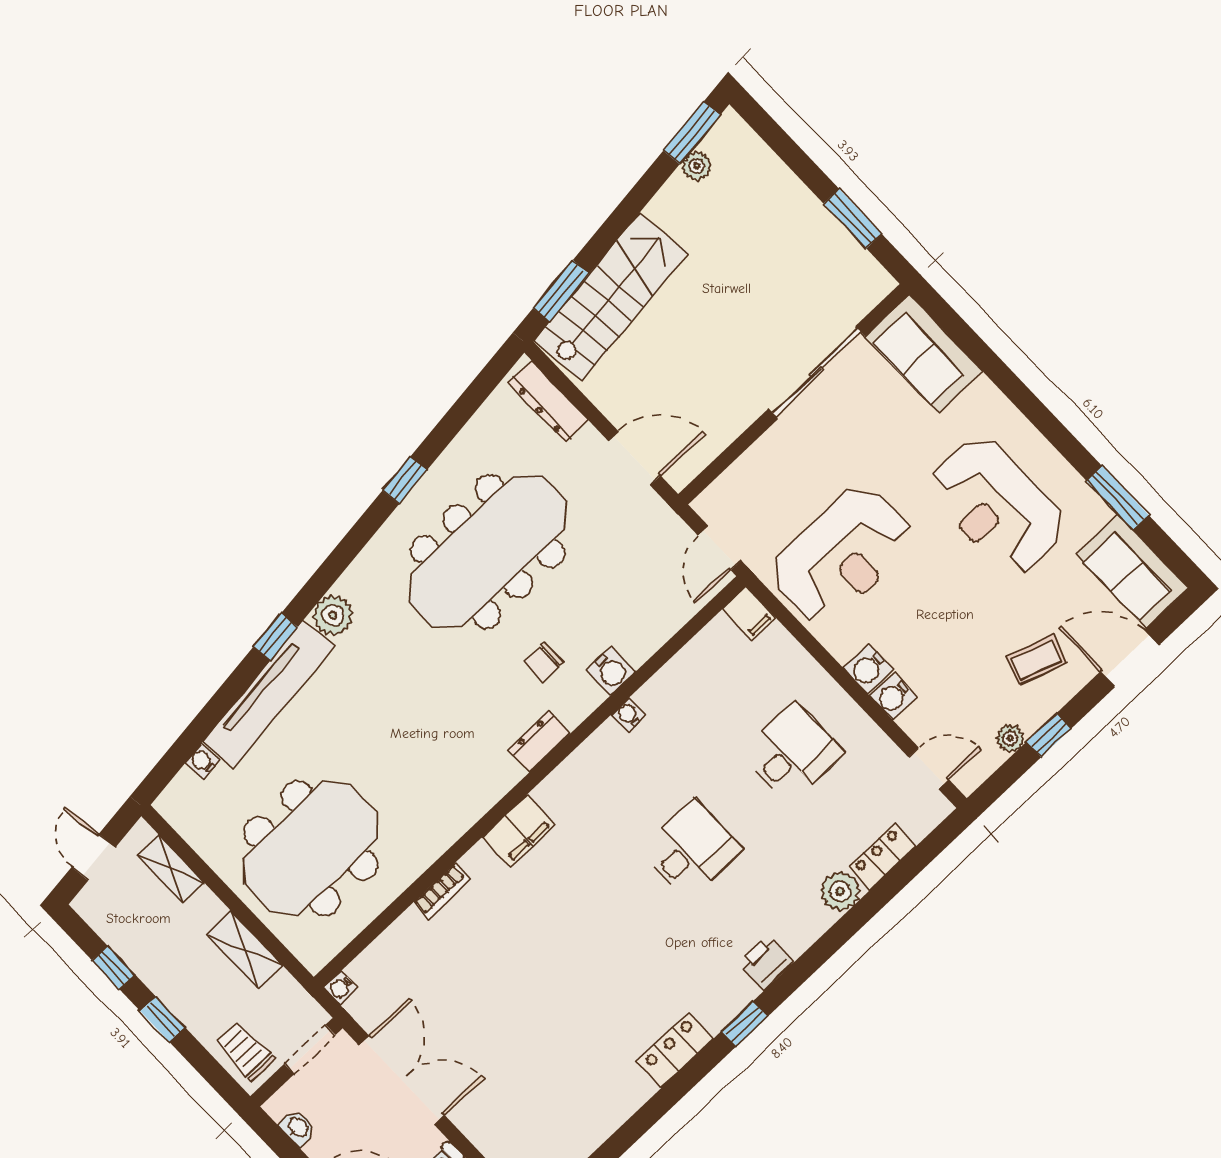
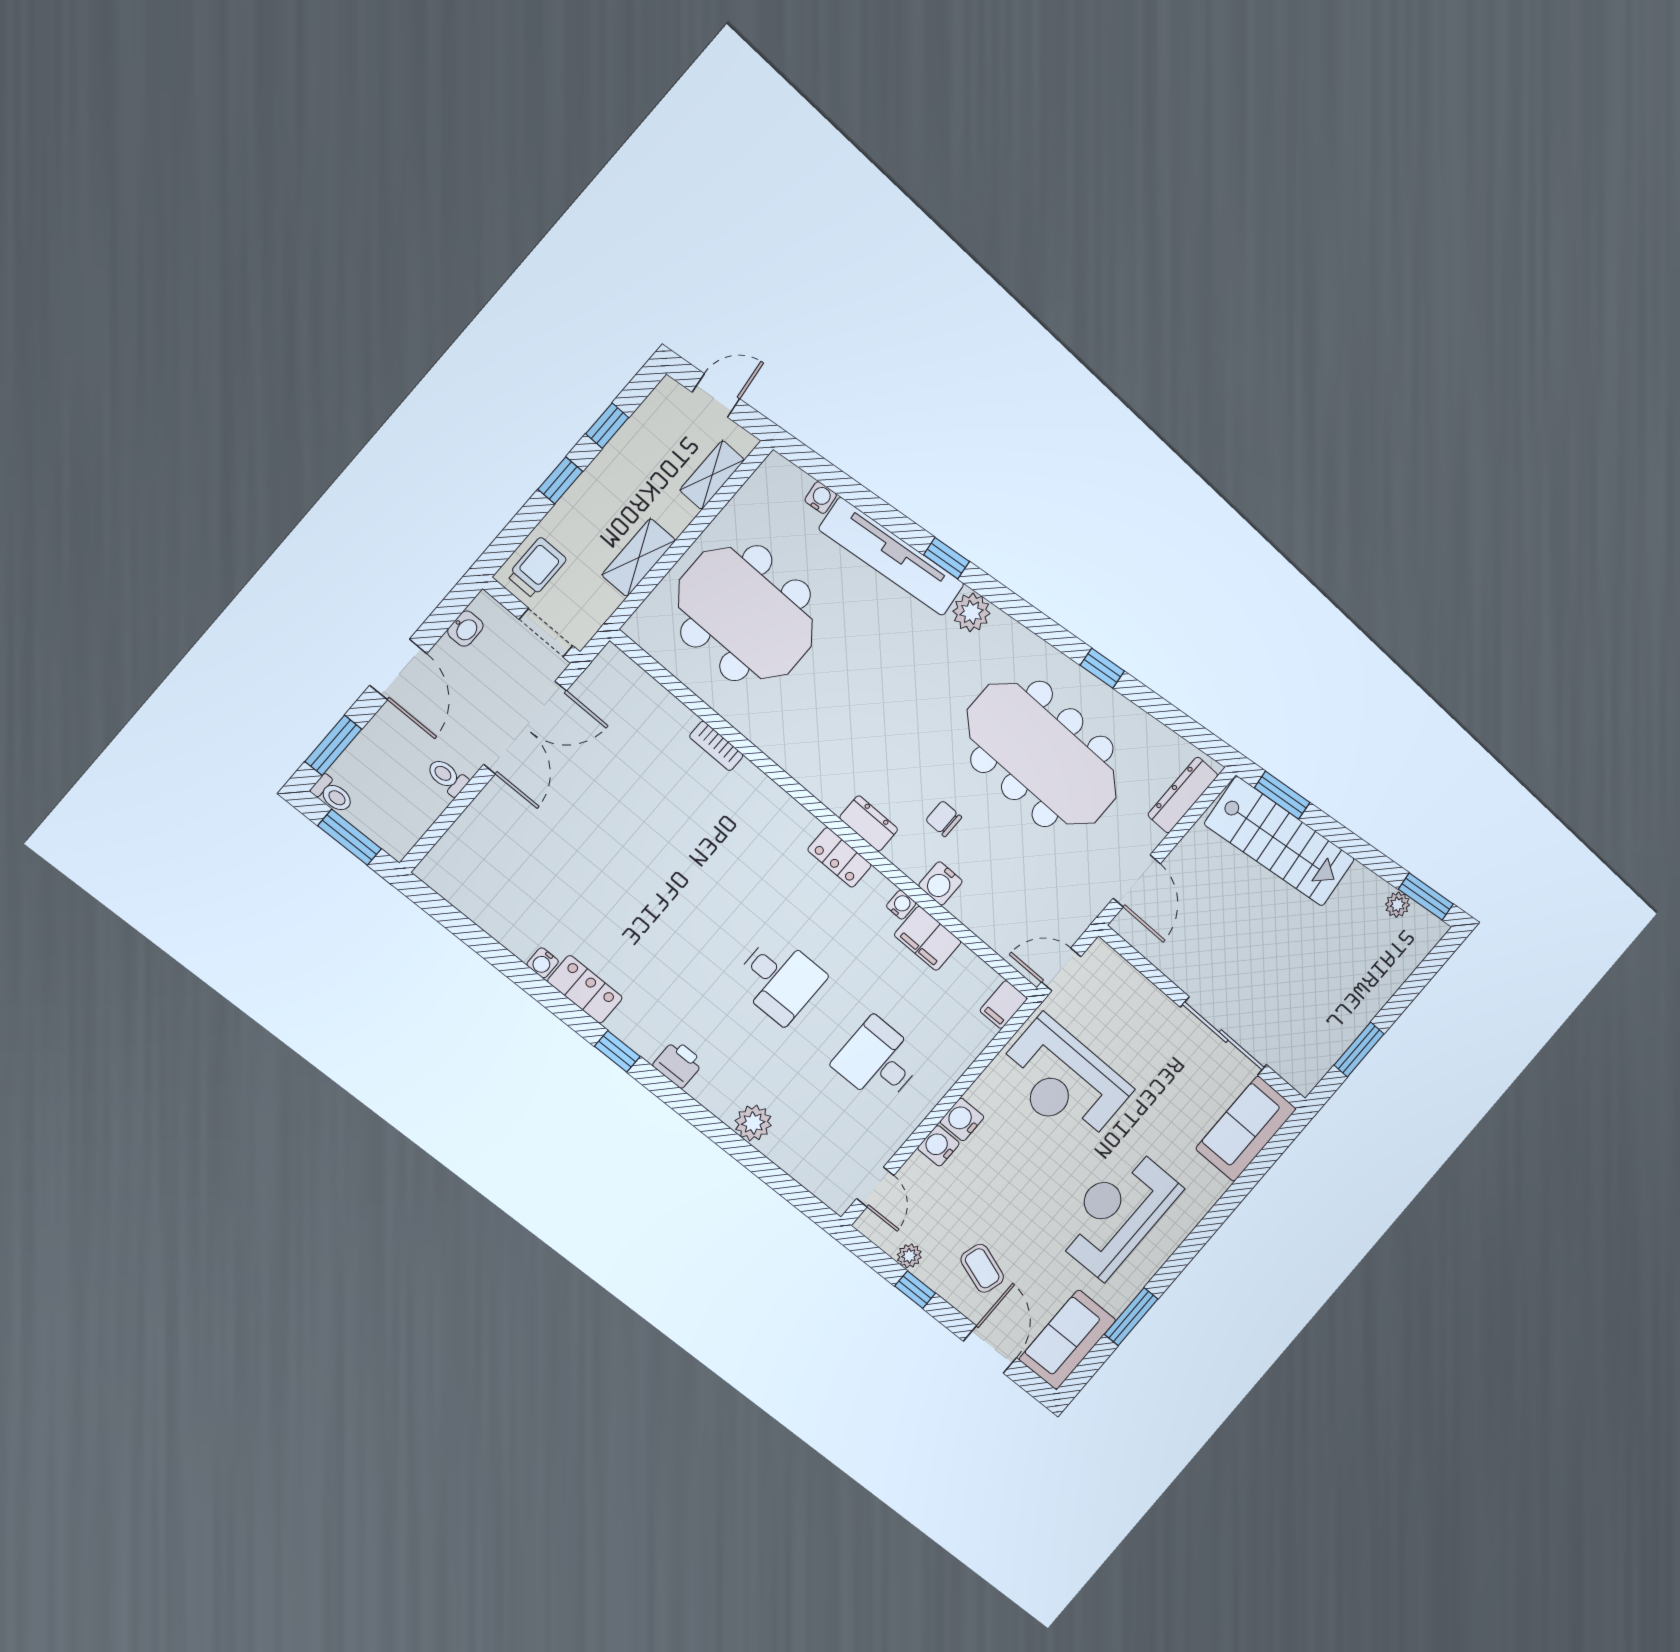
desk: (792, 753) -> (878, 1061), turned 180
filing cabinet: (519, 831) -> (928, 938), moved
locker: (882, 856) -> (840, 857), moved, turned 180
water cooler: (341, 988) -> (543, 963), moved, turned -90

